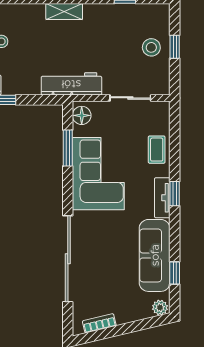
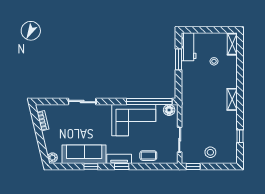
window: (175, 47) -> (193, 166), moved
workbench: (71, 84) -> (188, 104), removed
window: (68, 148) -> (149, 102), width x2.11
sliding door: (68, 259) -> (82, 102), width x0.54
window: (175, 273) -> (91, 166), moved

